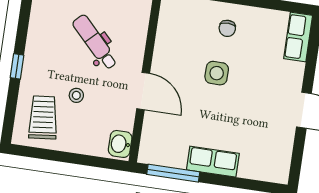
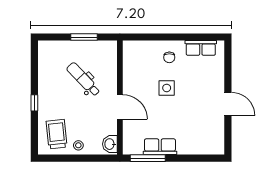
row of seats: (298, 37) -> (201, 48), moved, turned -90
stool: (76, 95) -> (78, 145), moved
row of seats: (213, 162) -> (160, 147), moved

